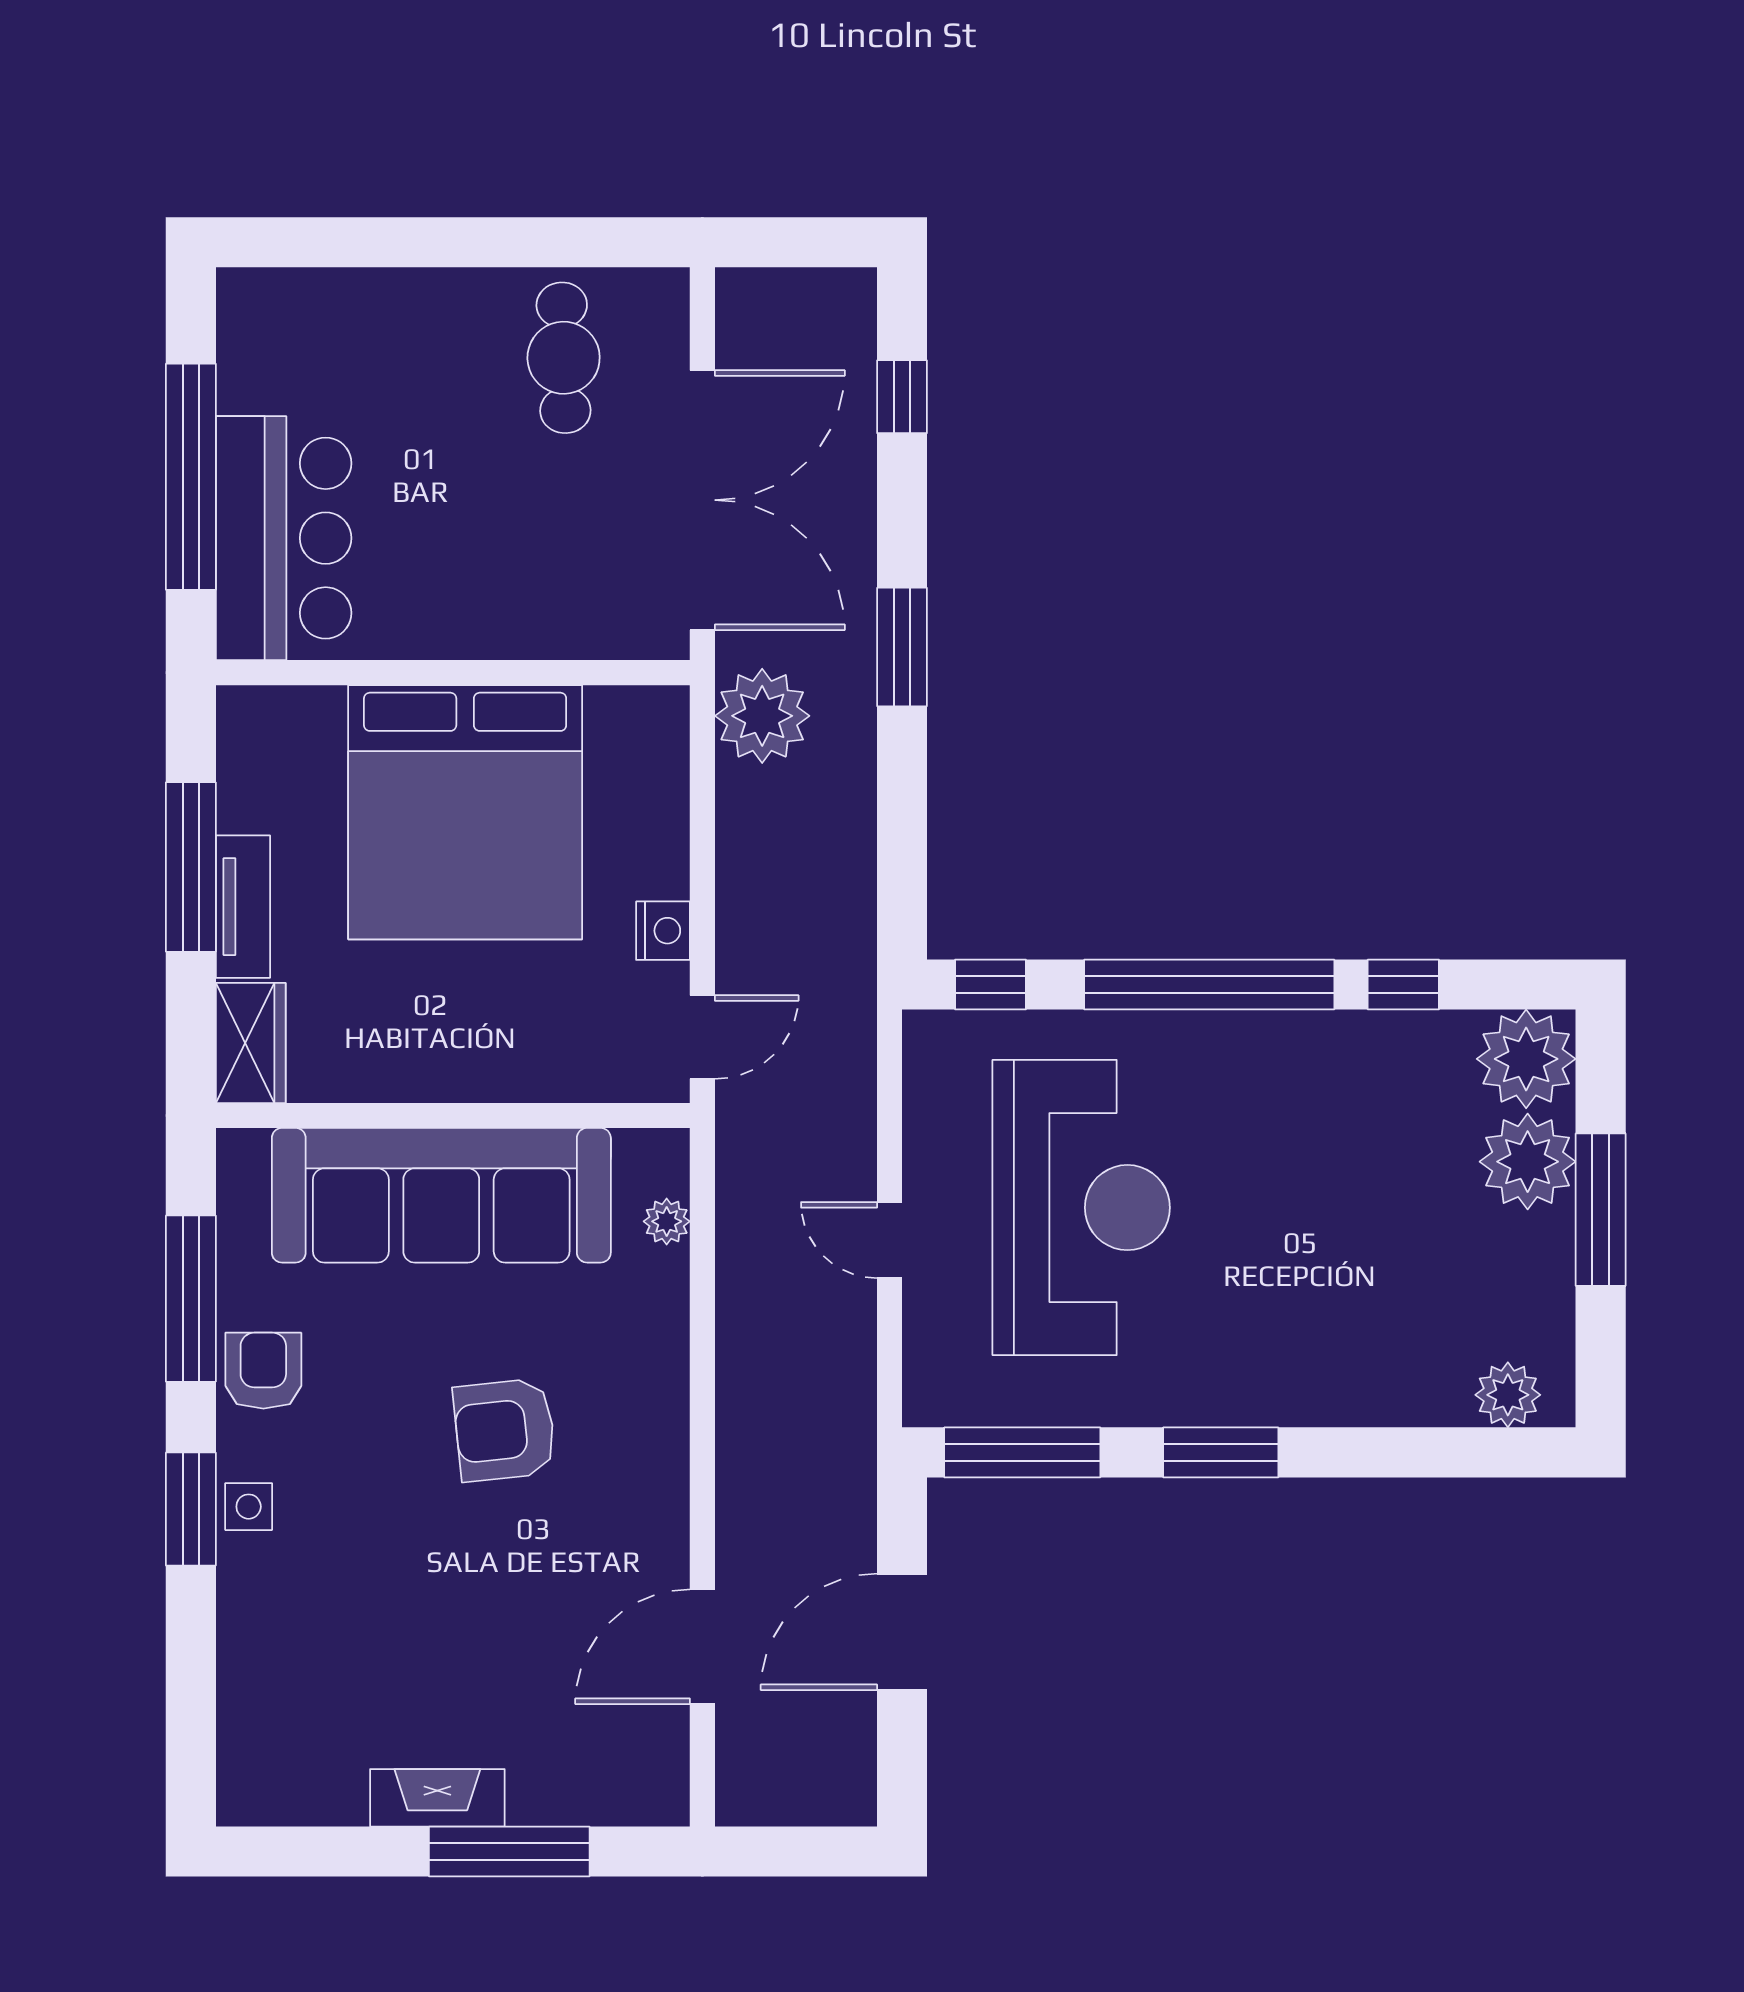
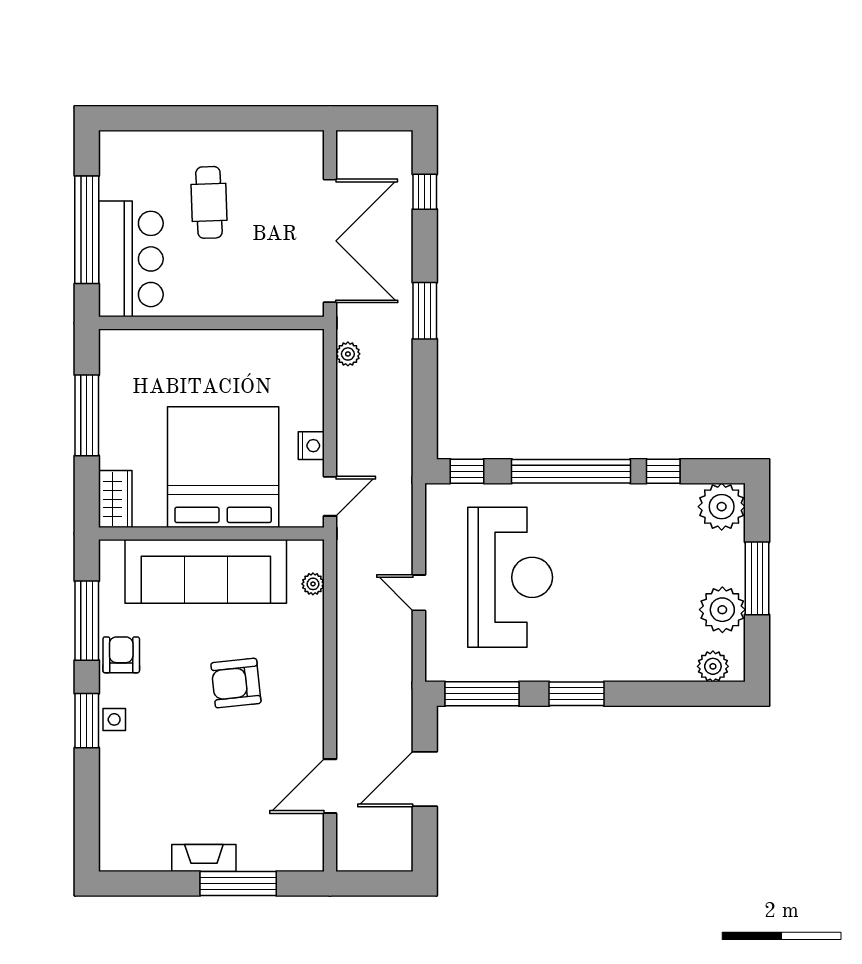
cafe table: (564, 358) -> (209, 202), moved
plant: (762, 716) -> (348, 354), width x0.53, depth x0.53
bed: (465, 812) -> (223, 467), moved, turned 180
tv unit: (243, 907) -> (112, 434), removed
plant: (1528, 1162) -> (722, 610), moved

